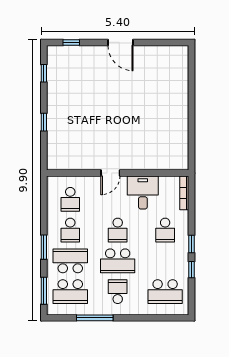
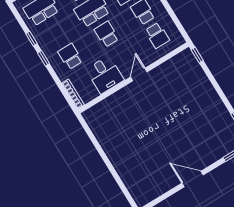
window: (44, 122) -> (197, 55), moved
school desk: (70, 199) -> (157, 35), turned 180

